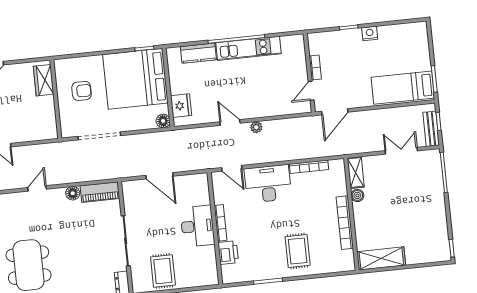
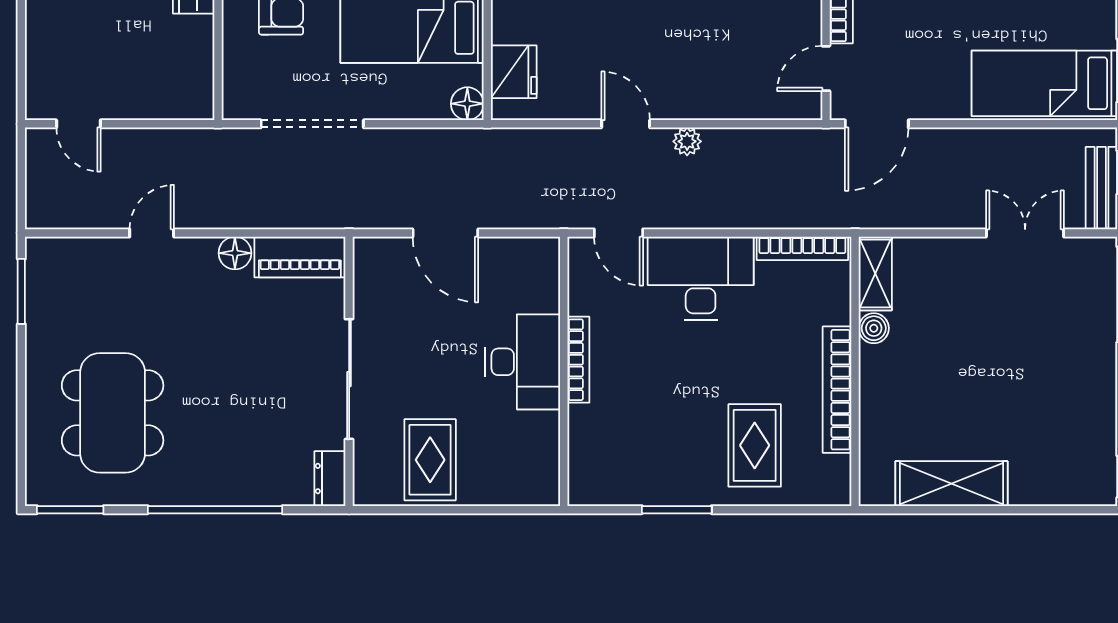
shelving: (356, 173) -> (875, 273), moved
boiler: (357, 195) -> (874, 328), moved
wall: (351, 214) -> (855, 371), moved
bookcase: (345, 223) -> (837, 390), moved
printer: (228, 253) -> (589, 432), removed

